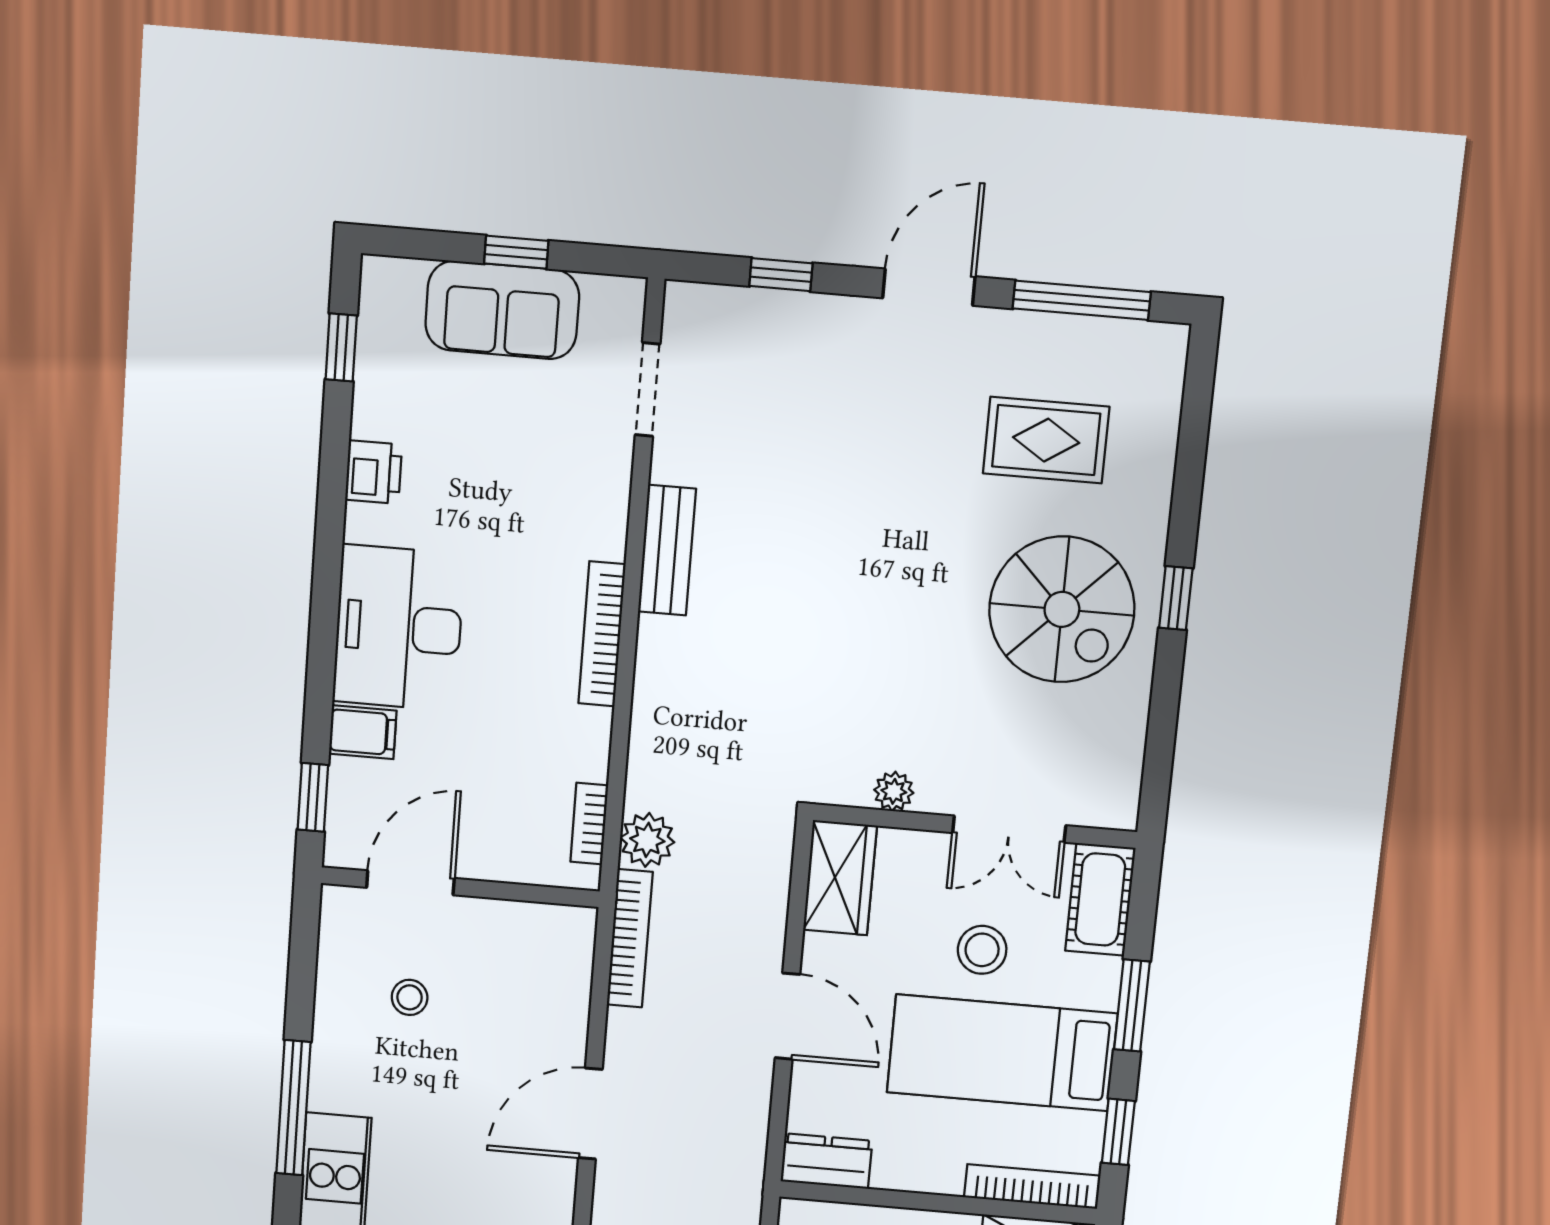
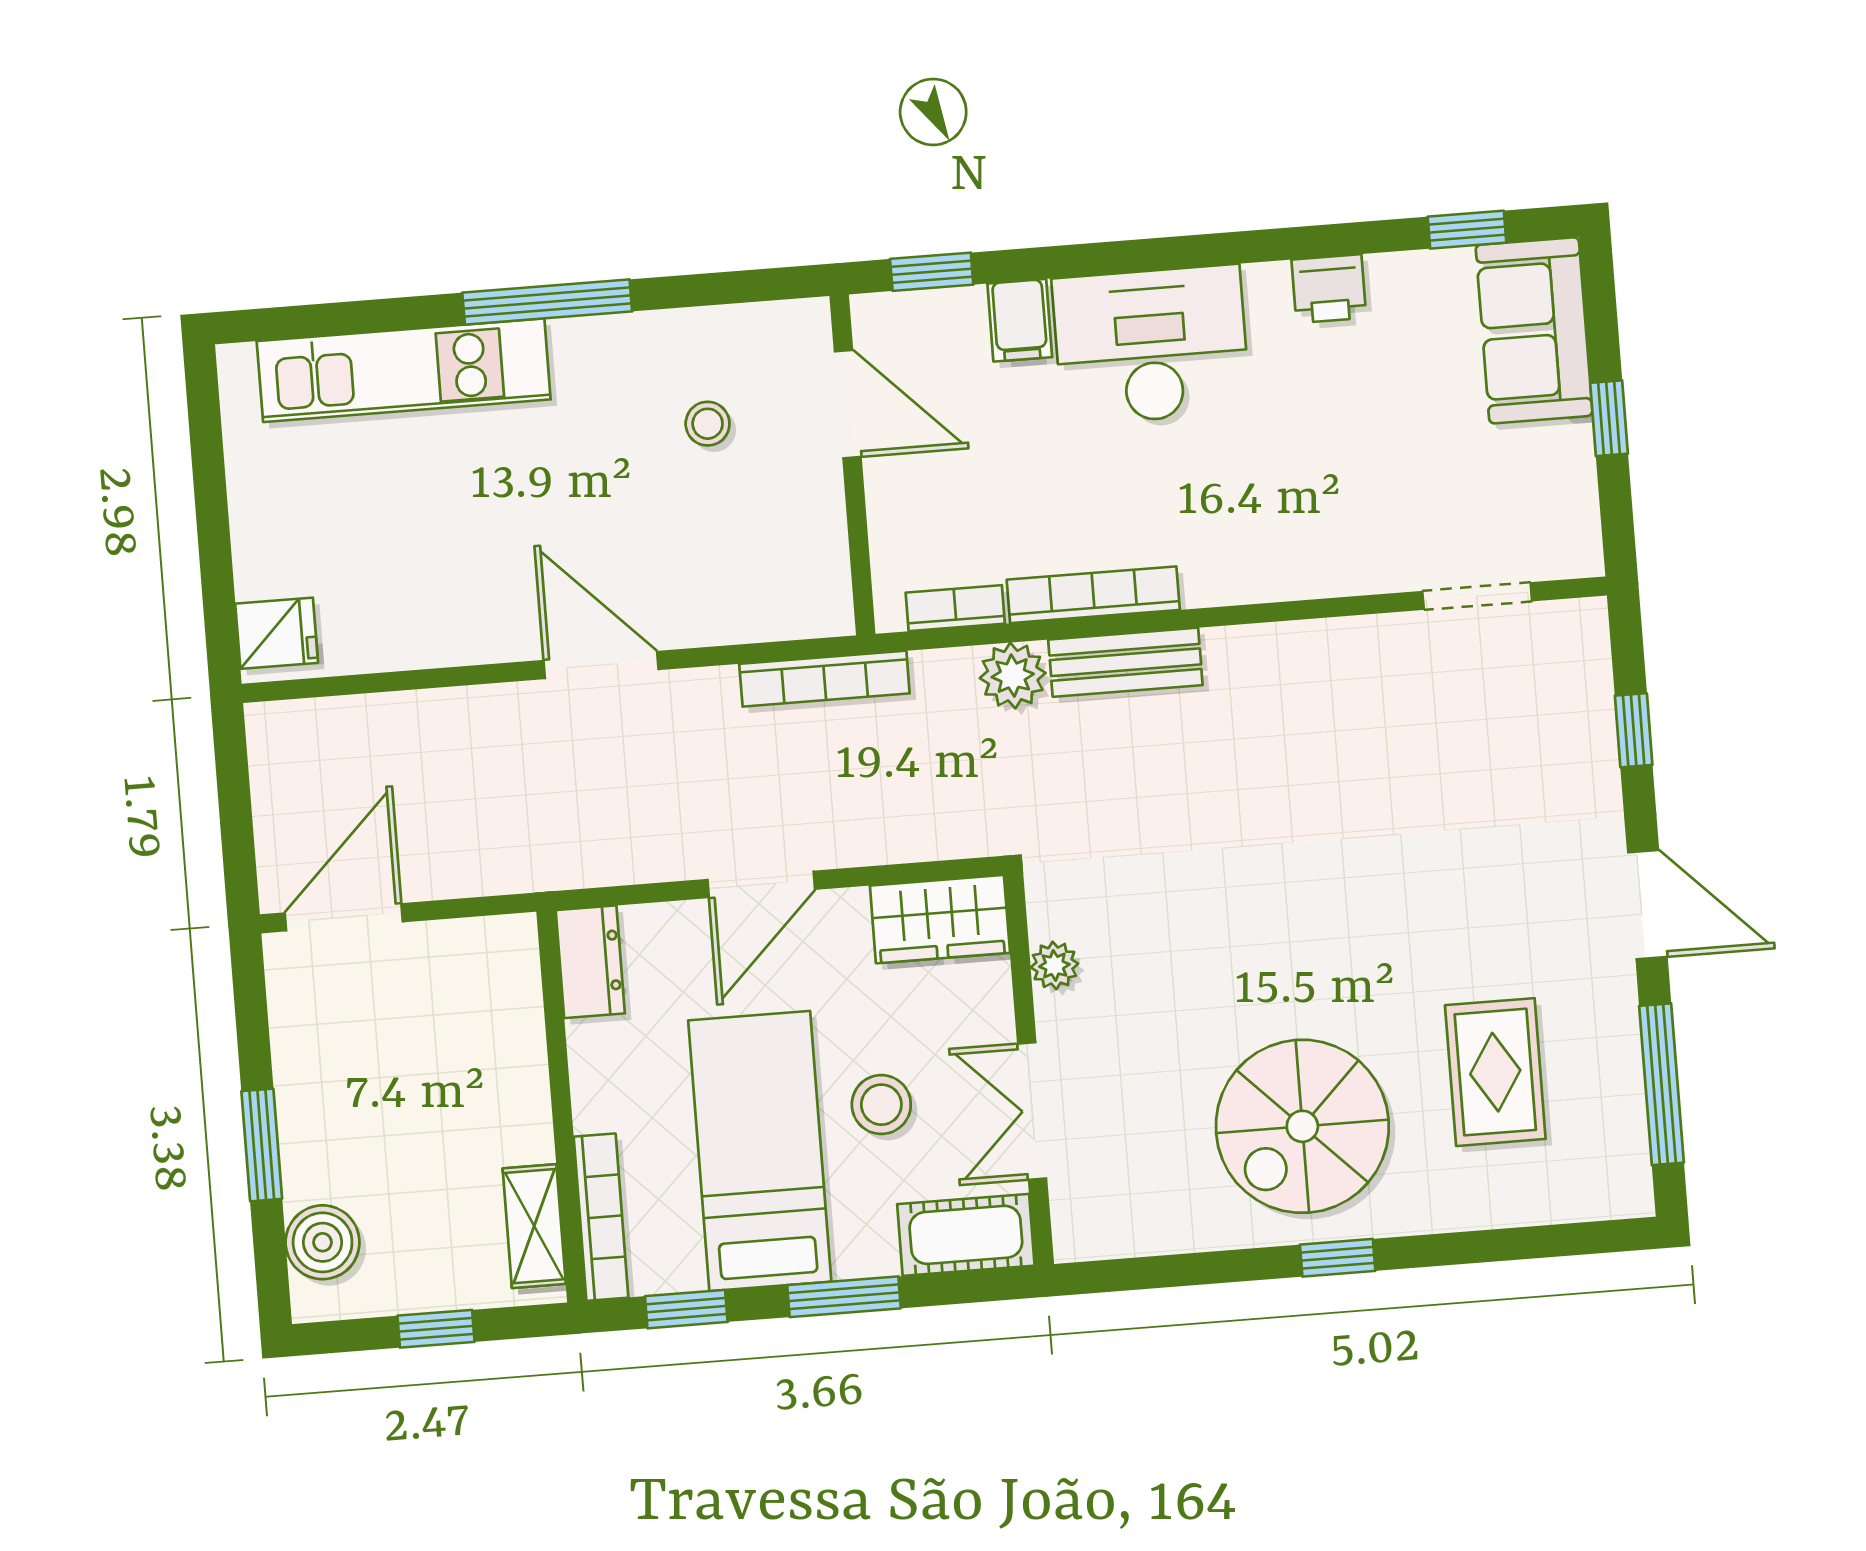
sofa: (502, 310) -> (1534, 330), moved
bench: (667, 550) -> (1125, 662), moved
bookcase: (602, 634) -> (1093, 595), moved
plant: (647, 840) -> (1013, 676), moved

